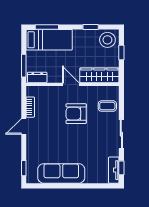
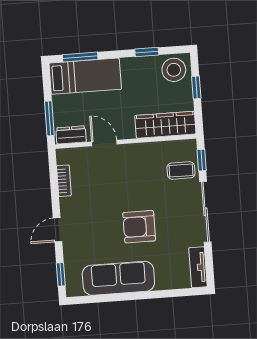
door: (71, 84) -> (104, 143), moved
armchair: (76, 114) -> (139, 227), moved
door: (24, 126) -> (57, 230), moved
sliding door: (121, 134) -> (205, 212), width x1.37
window: (121, 168) -> (202, 160), moved

